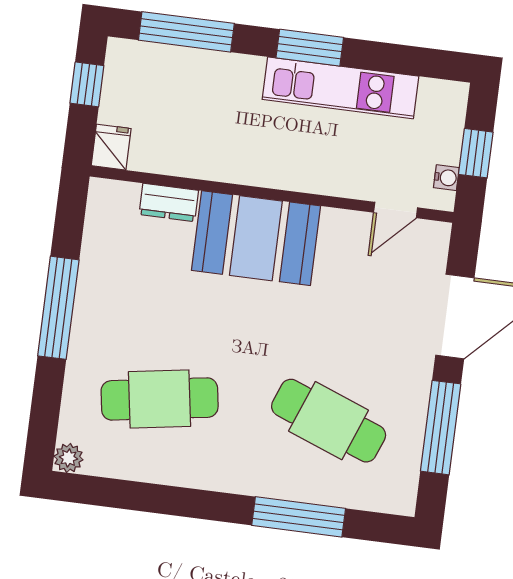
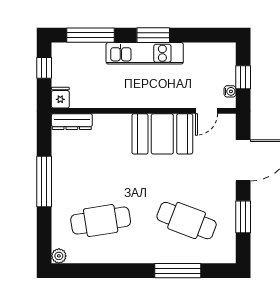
kitchen unit: (340, 88) -> (145, 53), moved
dresser: (169, 202) -> (72, 122), moved, width x1.44
booth: (256, 238) -> (162, 134), moved
window: (441, 428) -> (243, 217), width x0.69

